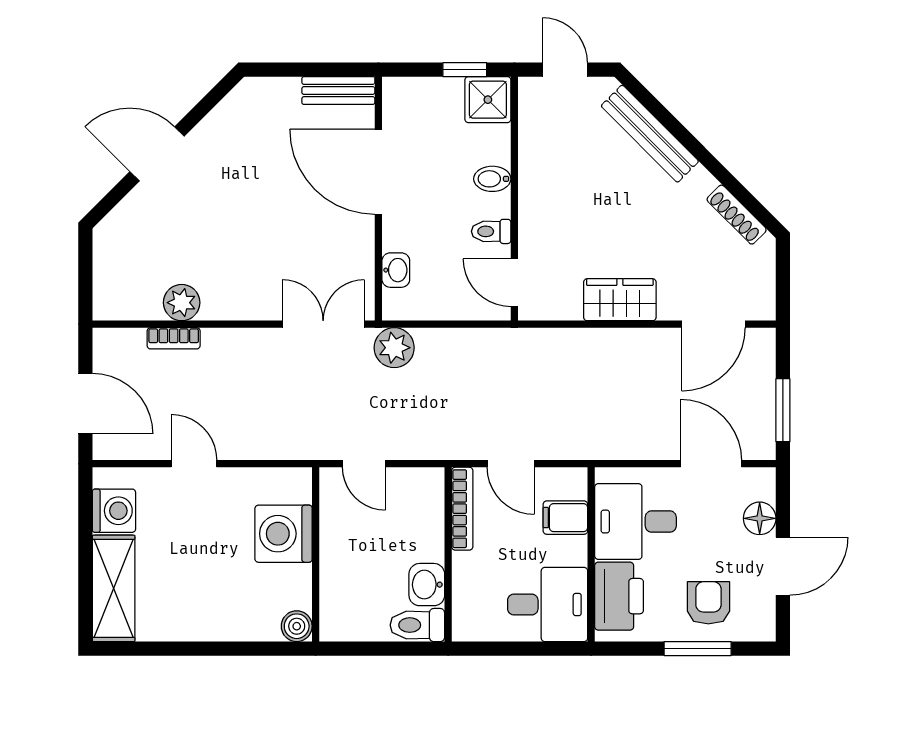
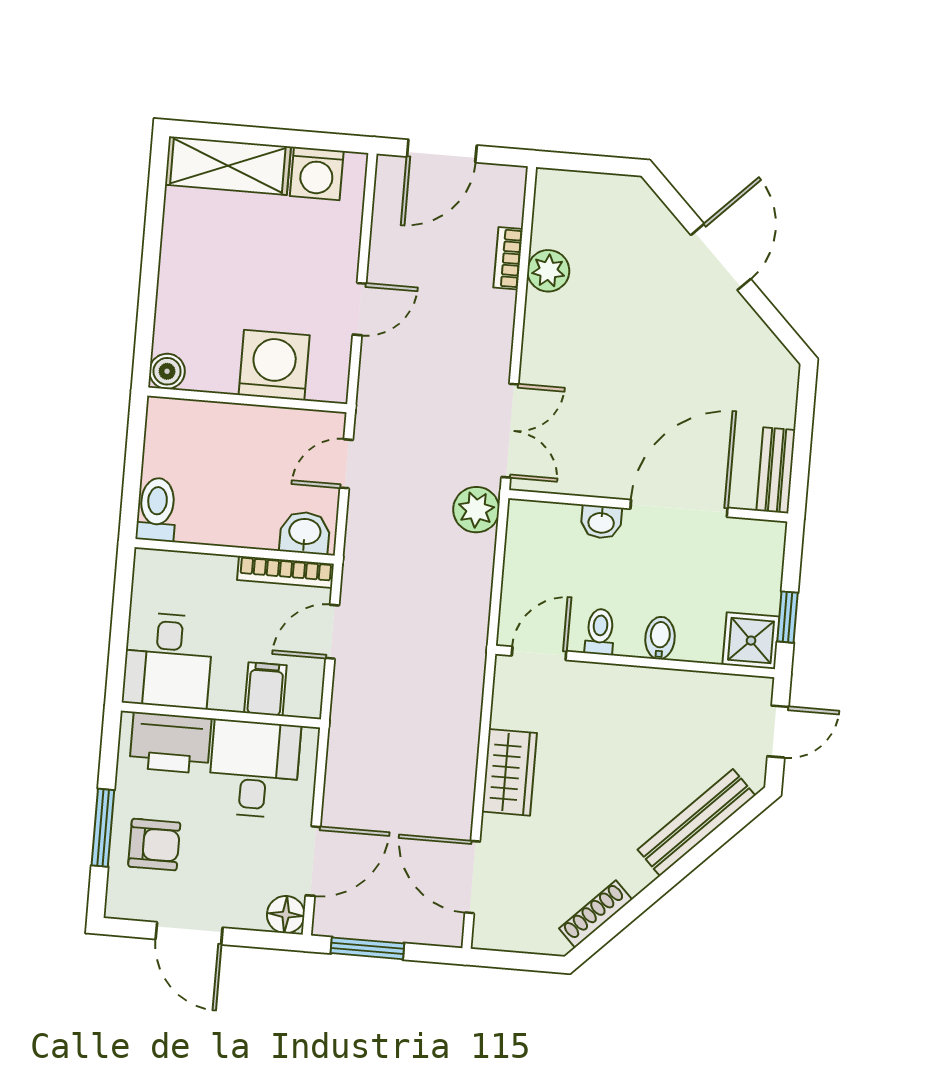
washbasin: (396, 270) -> (601, 522), moved
door: (194, 464) -> (359, 309), moved
floor lamp: (760, 518) -> (286, 915), moved
washbasin: (427, 585) -> (305, 533), moved

